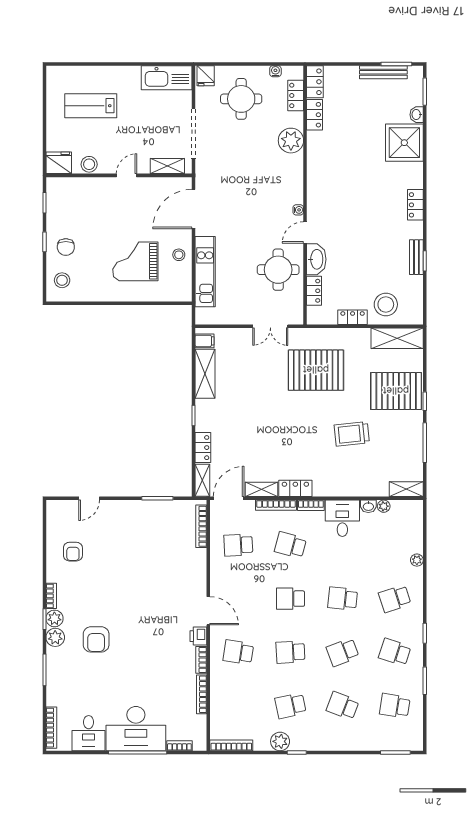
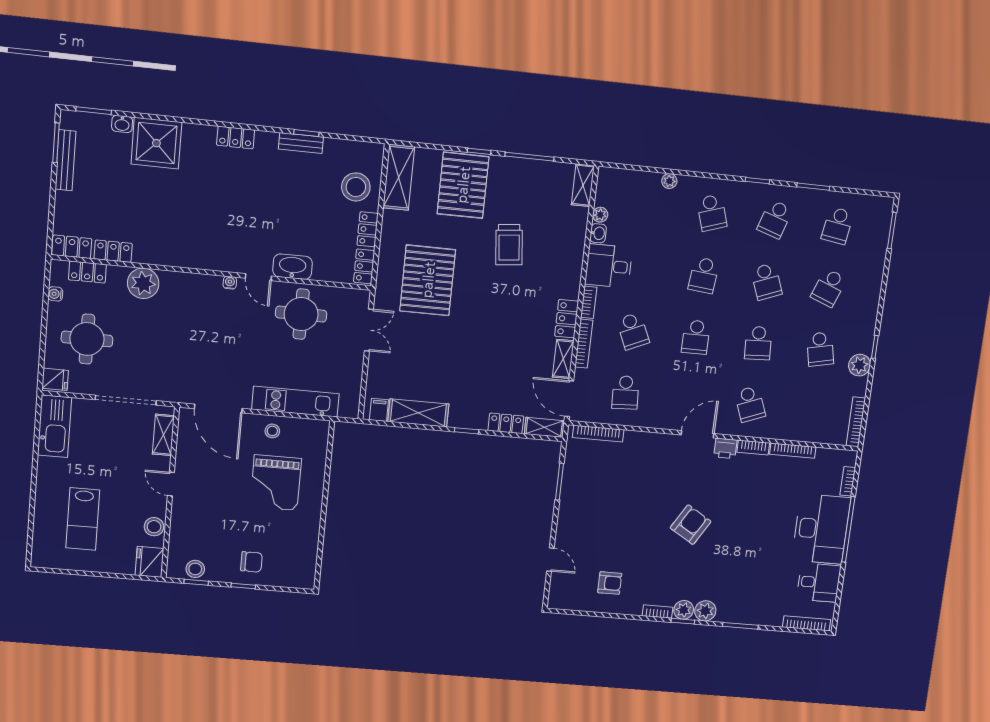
stool: (62, 280) -> (195, 569), moved
locker: (314, 291) -> (364, 266), moved, turned -90
school desk: (290, 545) -> (633, 331), turned -39
armchair: (96, 639) -> (691, 525), moved, turned -59
school desk: (238, 652) -> (750, 404), turned -30

